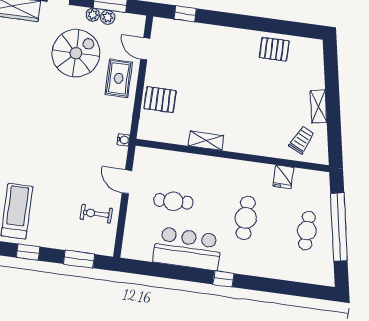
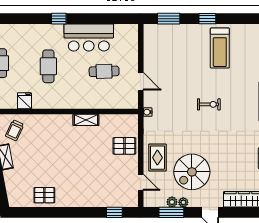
exercise bike: (96, 214) -> (209, 104), moved

